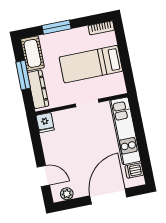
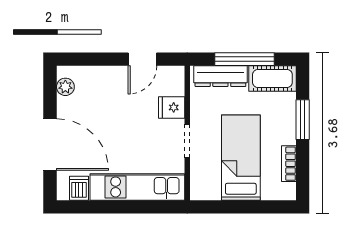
bookcase: (101, 28) -> (289, 164), moved
window: (23, 75) -> (245, 59), width x1.44
fridge: (45, 123) -> (172, 107), moved
door: (43, 176) -> (142, 59), moved

